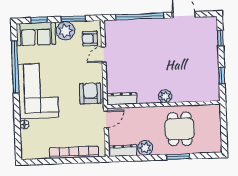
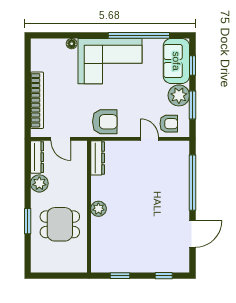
armchair: (90, 39) -> (169, 124), turned 90
door: (106, 119) -> (61, 139), moved

